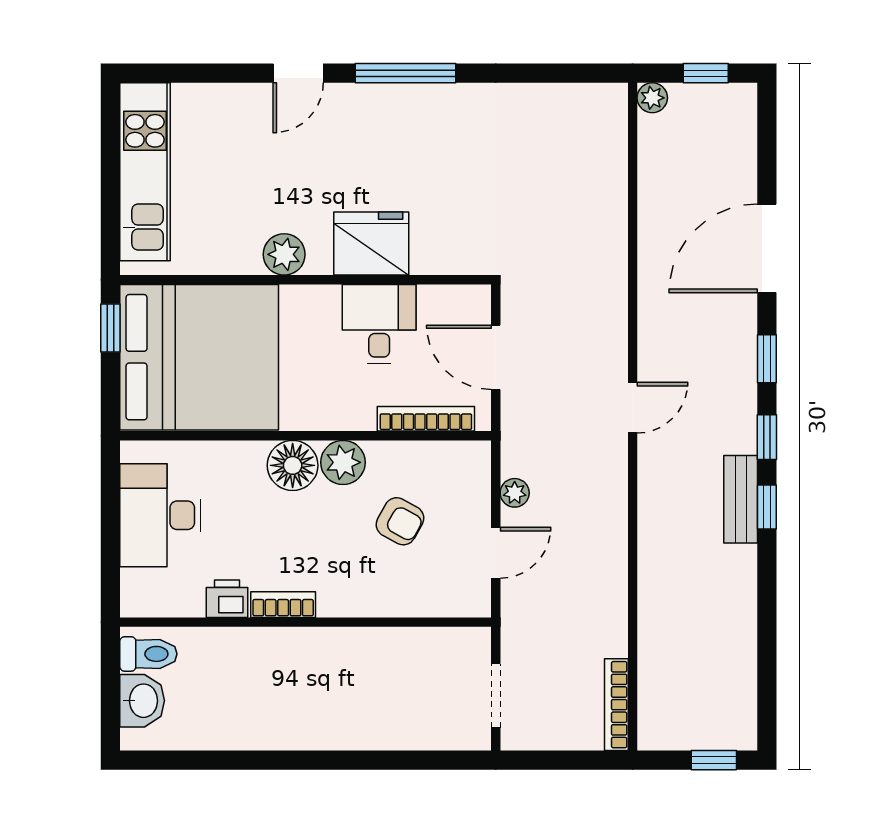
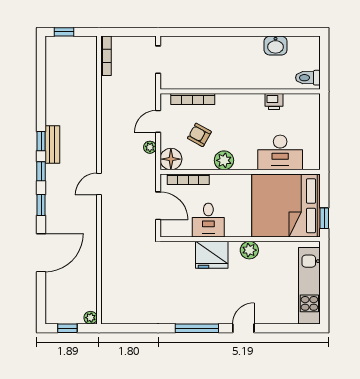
floor lamp: (293, 465) -> (171, 159), moved
desk: (160, 515) -> (280, 152), moved, turned 90
bookcase: (283, 605) -> (193, 99), moved, width x1.56
washbasin: (142, 701) -> (276, 46), moved, turned -90

